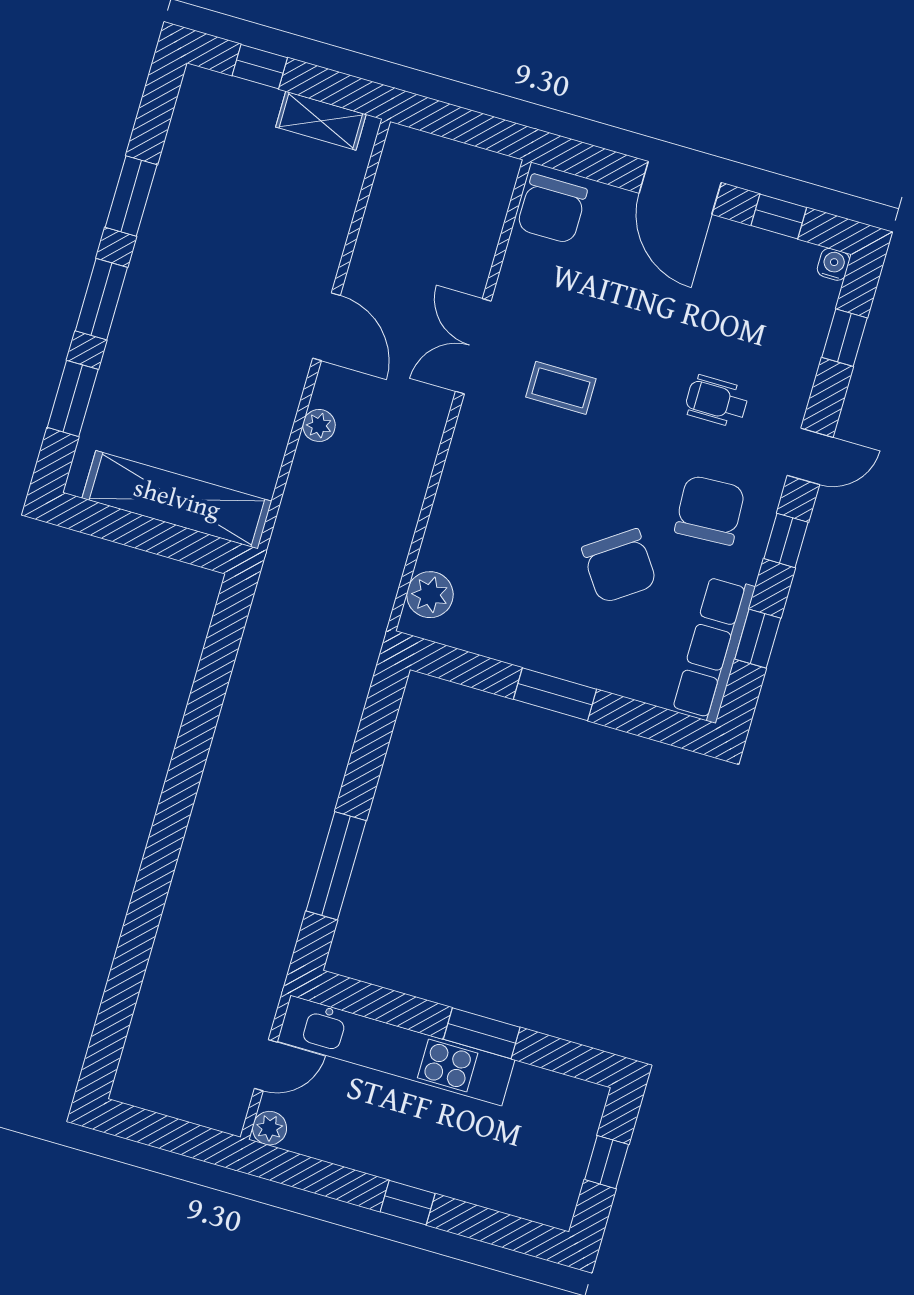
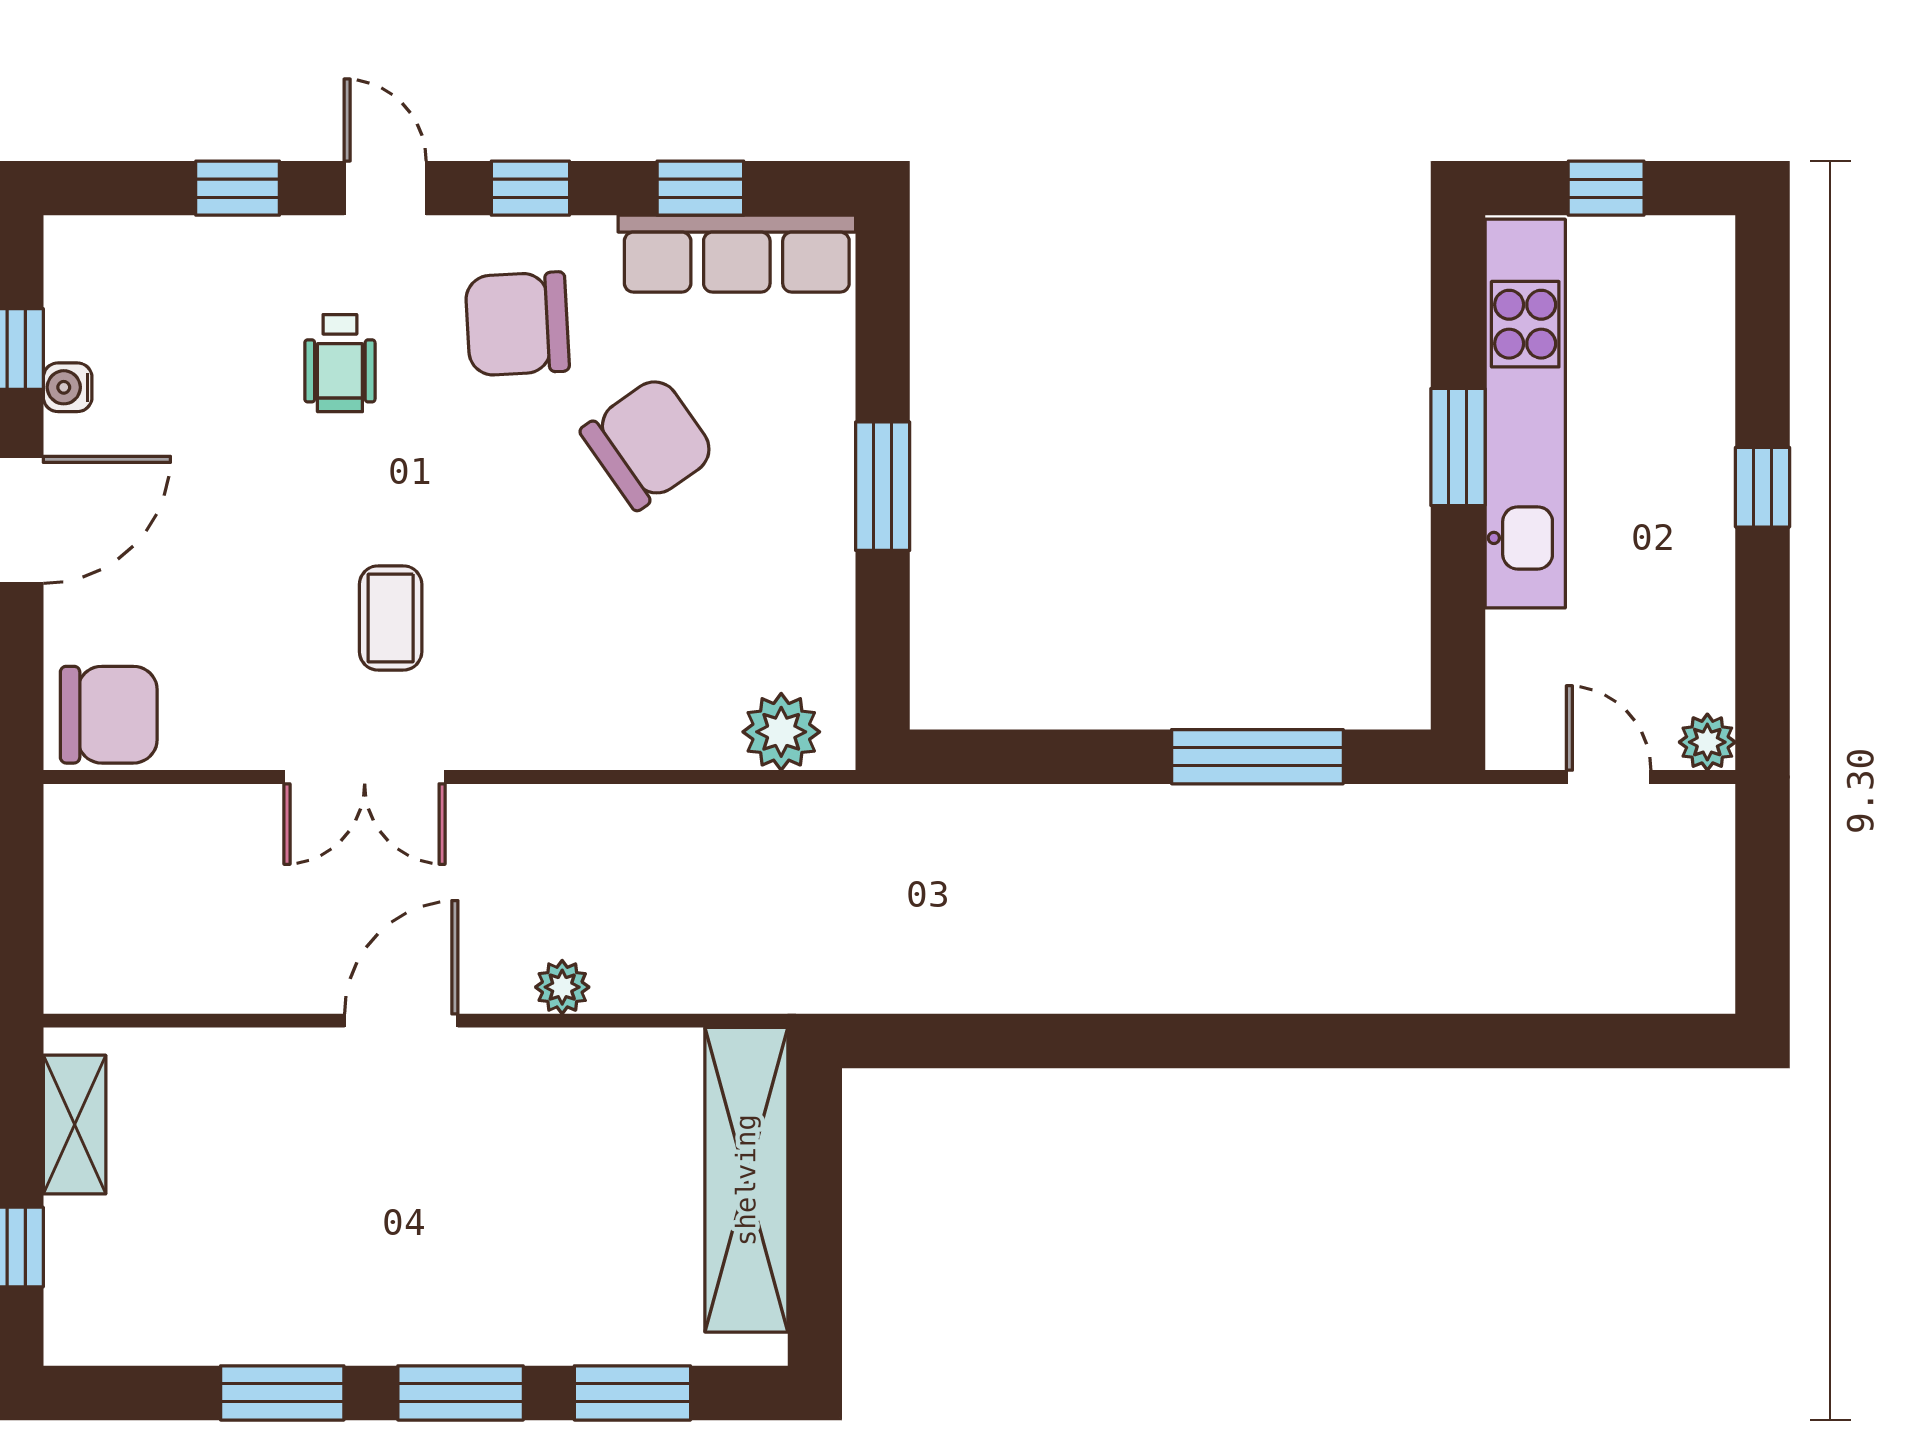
water cooler: (833, 264) -> (68, 387), moved
window: (845, 338) -> (238, 188), moved
kitchen unit: (396, 1051) -> (1525, 414), moved

